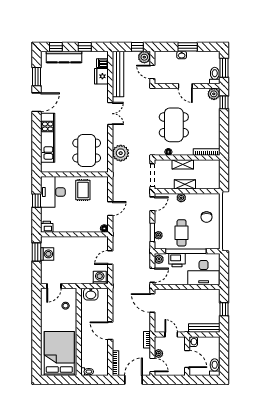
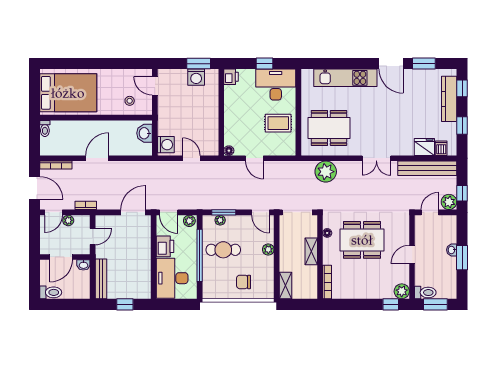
shelving: (185, 184) -> (285, 286), moved
printer: (177, 260) -> (165, 246), moved, turned 180

